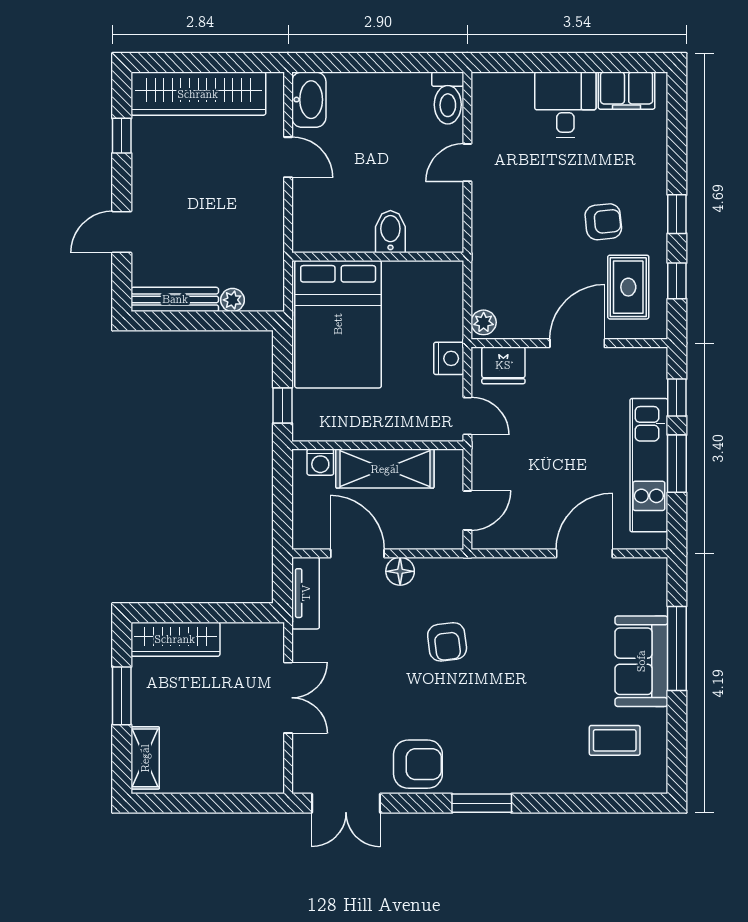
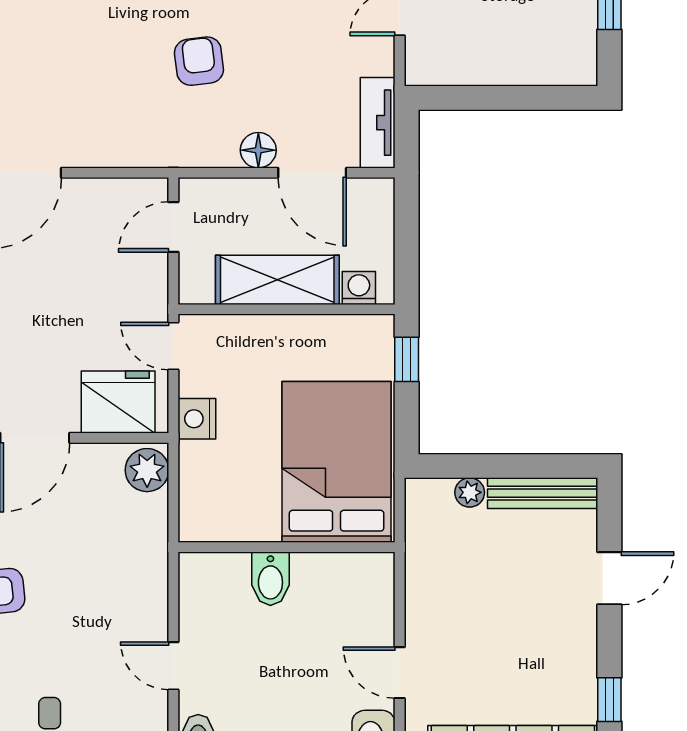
door: (467, 163) -> (173, 666), swing flipped
plant: (484, 322) -> (147, 470), width x1.38, depth x1.38
fridge: (503, 365) -> (118, 402), width x1.36, depth x1.34
wardrobe: (175, 639) -> (542, 64), removed

